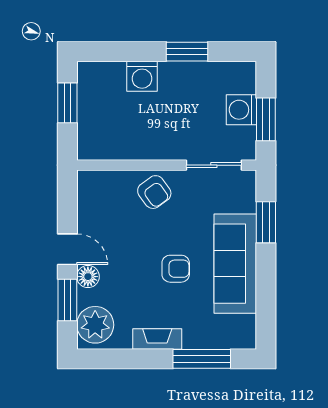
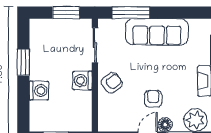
washing machine: (241, 110) -> (82, 81), moved, turned 90
window: (266, 222) -> (131, 13), width x1.44
armchair: (176, 269) -> (153, 99), moved

